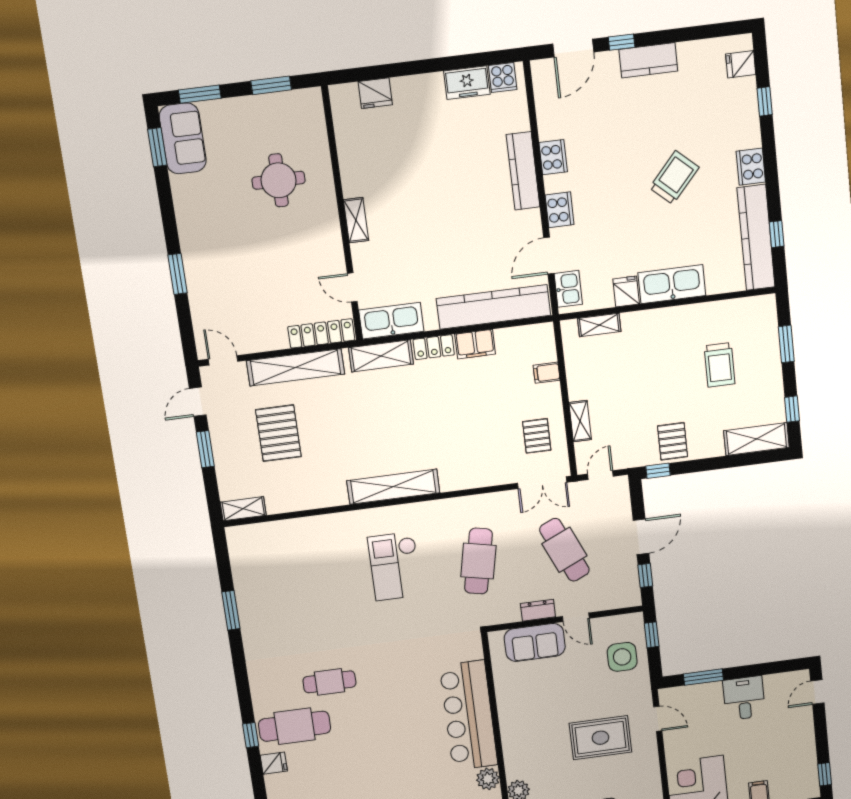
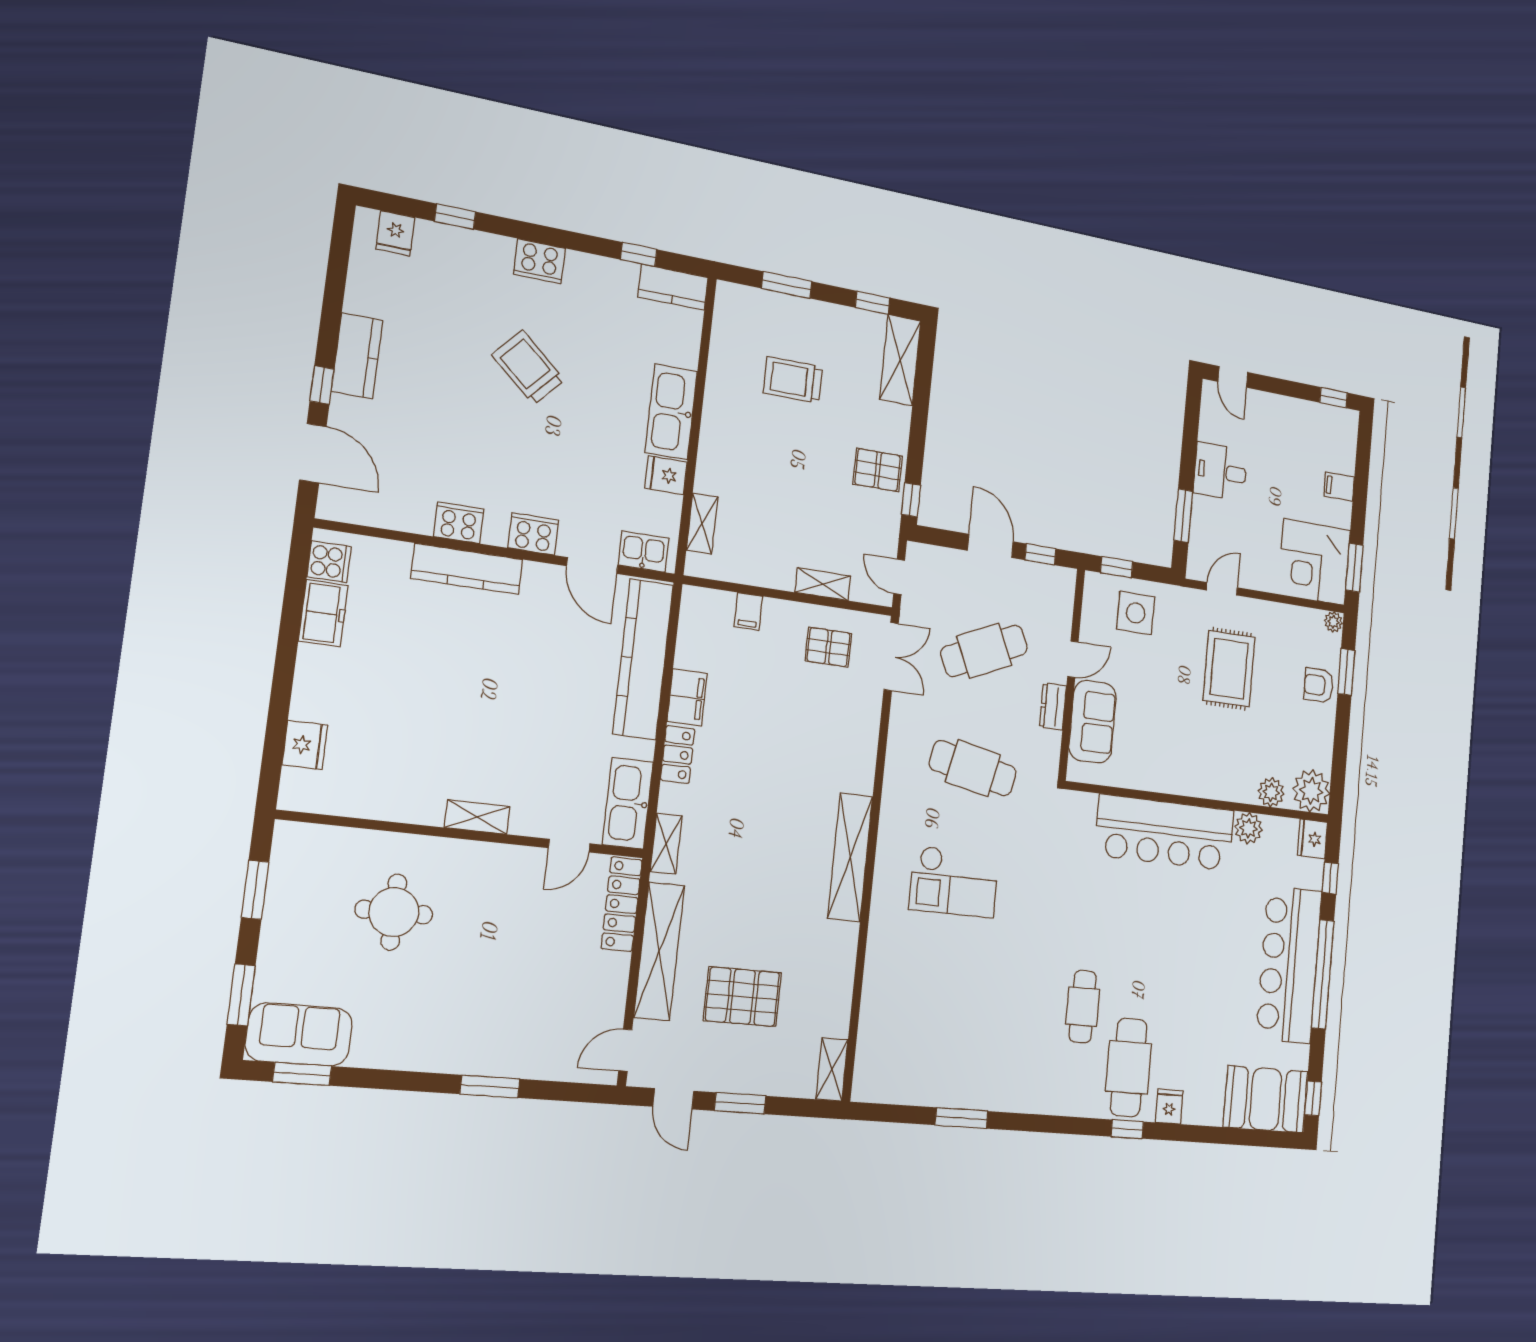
kitchen counter: (756, 237) -> (673, 287), width x0.48, depth x0.86
shelving: (381, 356) -> (666, 844), width x0.67, depth x0.75
trolley: (720, 365) -> (793, 380), turned 180

